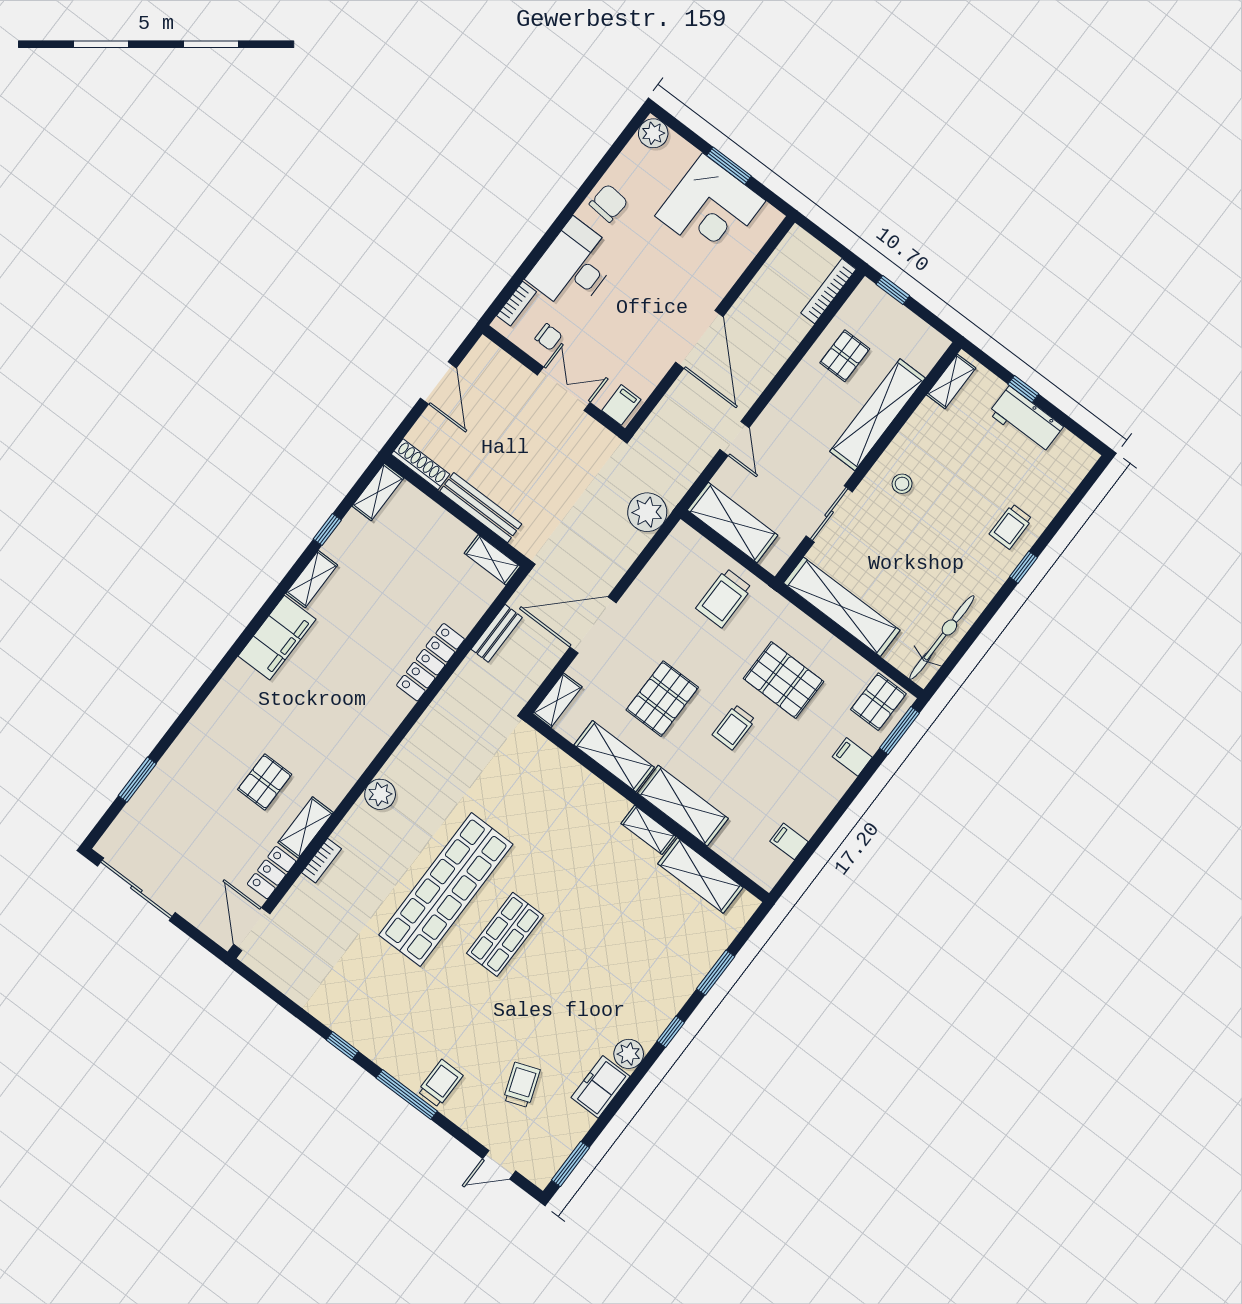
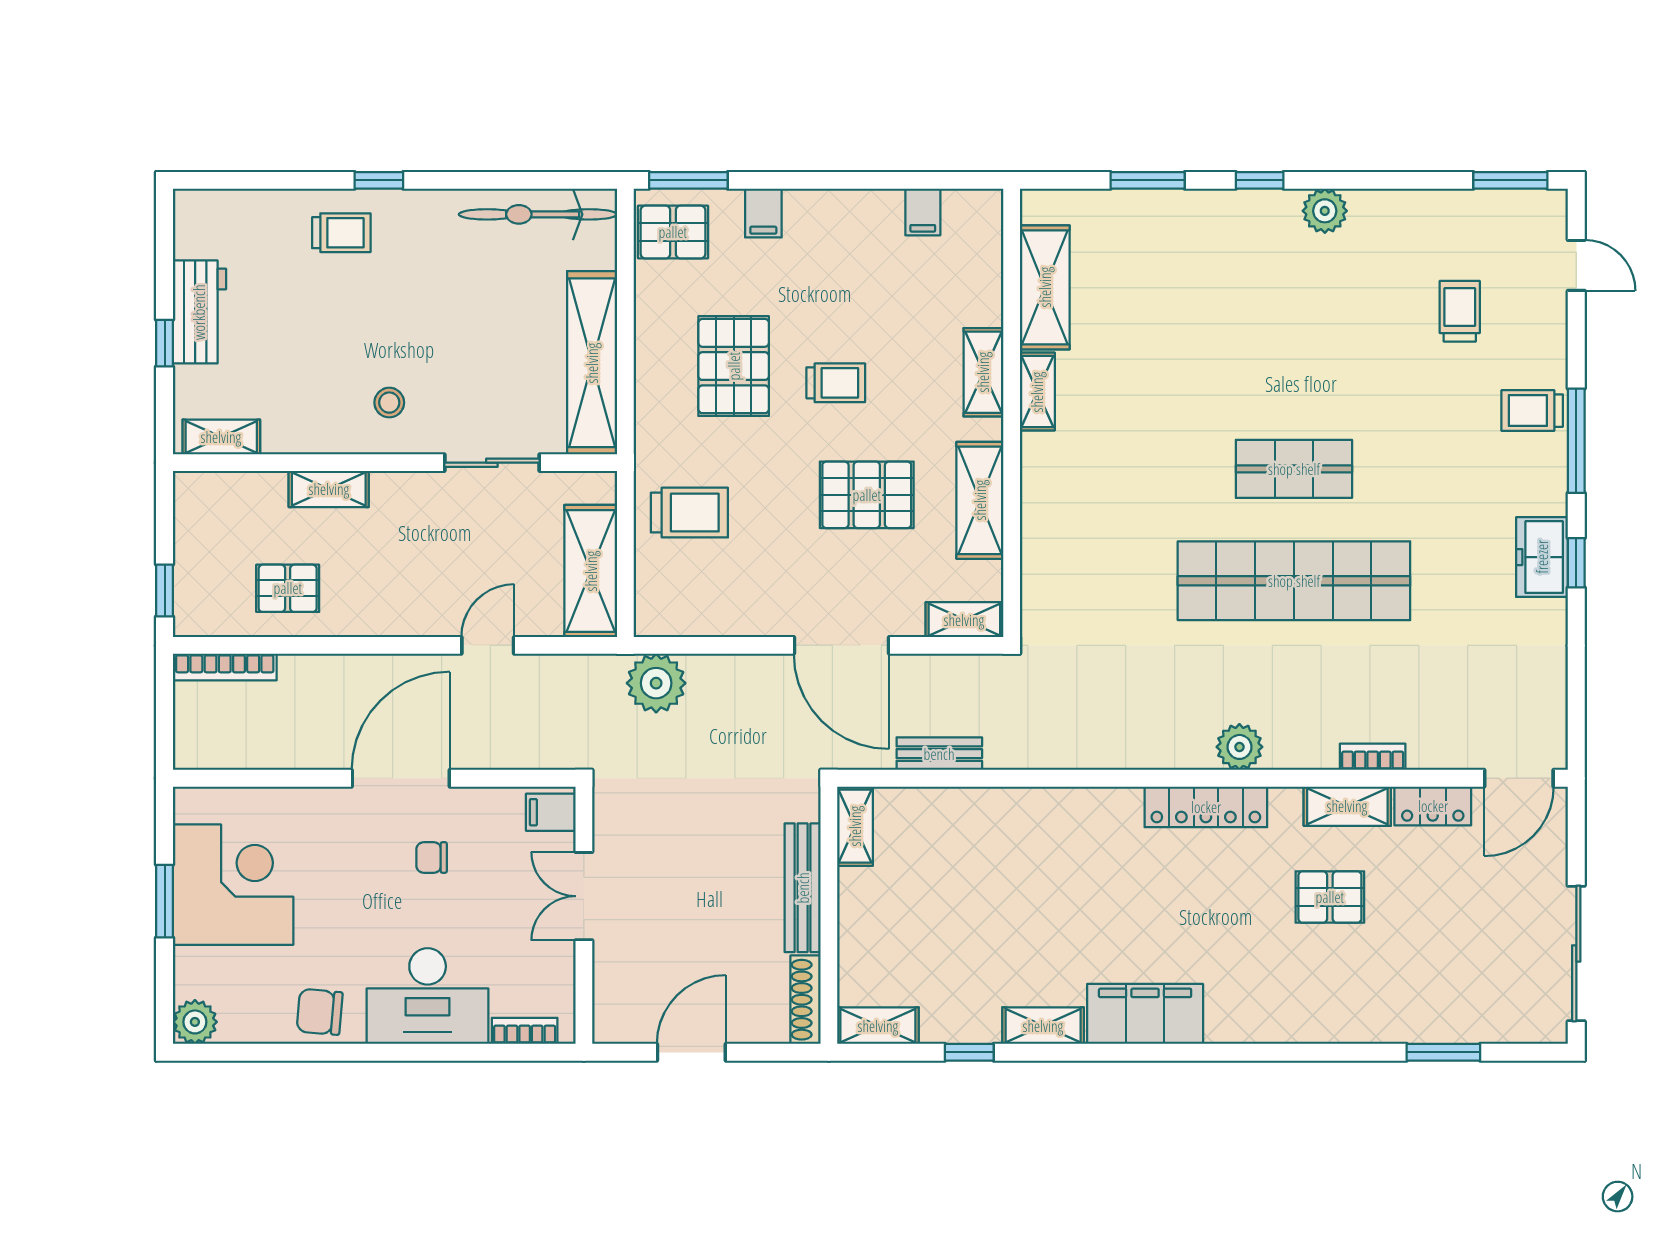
chair: (549, 337) -> (432, 858), moved, turned -90
shelving: (878, 415) -> (329, 489), width x0.45, depth x0.75
locker: (431, 662) -> (1206, 807), moved
shelving: (683, 806) -> (983, 372), width x0.67, depth x0.75
trolley: (522, 1085) -> (1460, 311), turned 110
freezer: (601, 1087) -> (1542, 557), moved, turned 90

